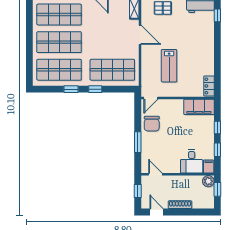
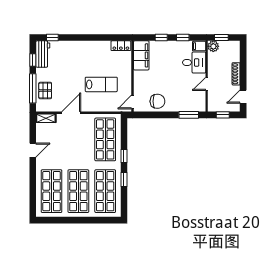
door: (151, 98) -> (133, 102), swing flipped
window: (138, 142) -> (189, 115), moved
door: (155, 174) -> (207, 84), moved

